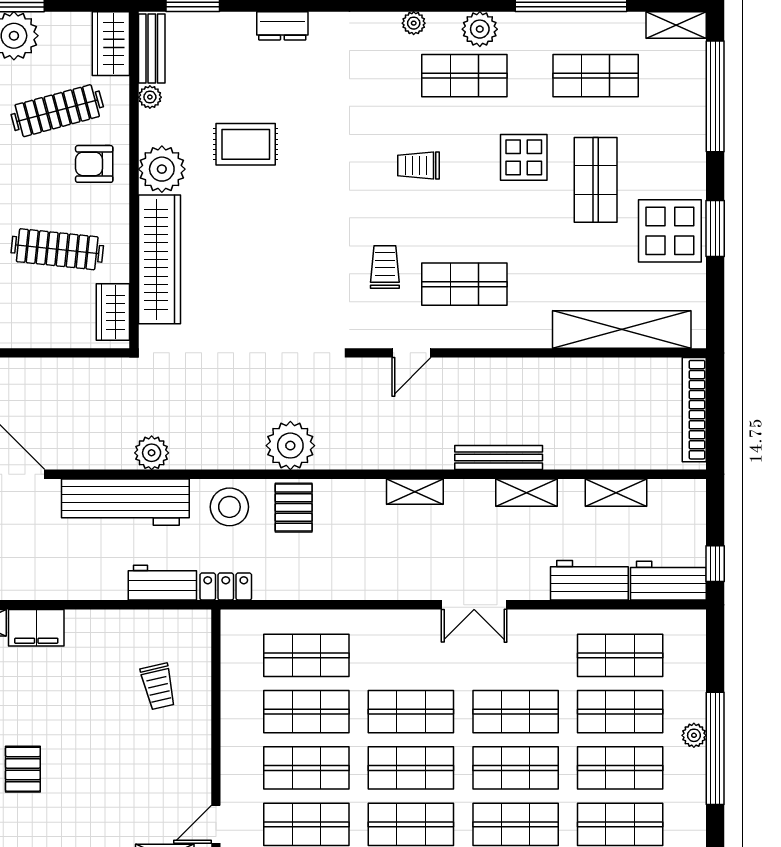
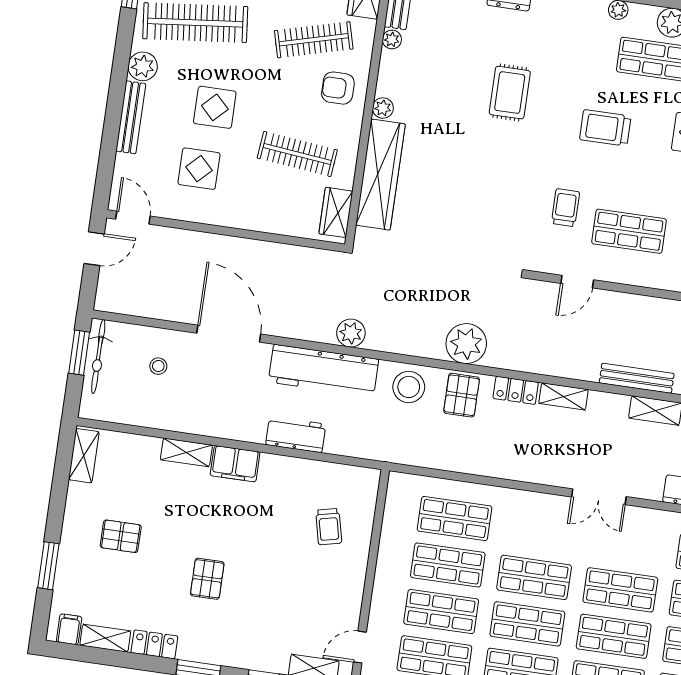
rug: (246, 144) -> (510, 93), moved, turned 90
trolley: (419, 165) -> (605, 128), width x1.36, depth x1.39
plant: (162, 169) -> (383, 108), width x0.53, depth x0.53
workbench: (162, 583) -> (296, 434), moved
locker: (226, 587) -> (516, 390), moved, turned 180

